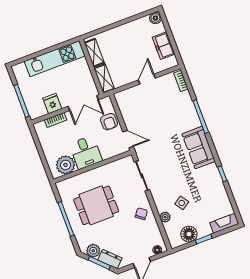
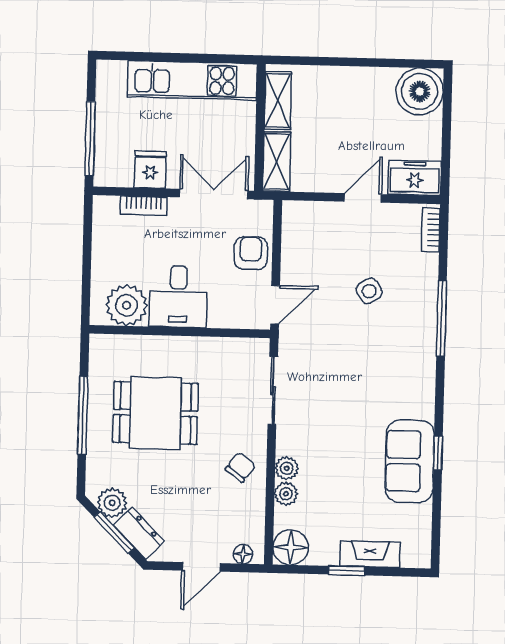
boiler: (155, 18) -> (420, 91), width x1.86, depth x1.86
freezer: (164, 46) -> (415, 178), moved, turned 90
double door: (83, 103) -> (214, 194), swing flipped
armchair: (109, 122) -> (251, 253), turned 180
door: (128, 139) -> (275, 305), hinge flipped
sofa: (199, 148) -> (410, 461), moved
side table: (182, 203) -> (369, 291), moved
plant: (161, 206) -> (287, 468), added
fireplace: (224, 223) -> (370, 554), moved
floor lamp: (189, 234) -> (291, 547), moved

